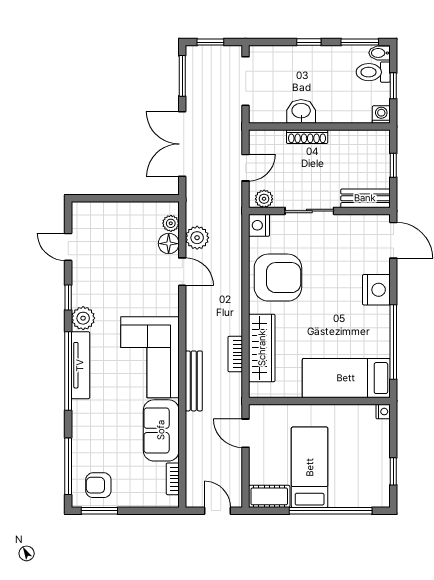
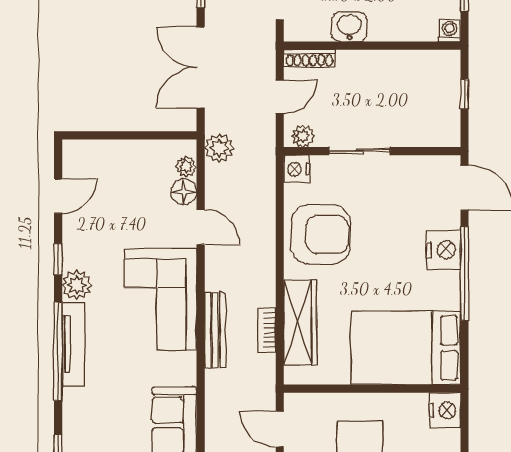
shoe rack: (307, 137) -> (309, 58), moved
bench: (365, 198) -> (430, 135), removed
plant: (197, 238) -> (219, 148), moved
door: (68, 247) -> (58, 196), swing flipped
window: (393, 342) -> (465, 273), moved
corner sofa: (150, 357) -> (160, 299), moved
bed: (346, 378) -> (406, 348), width x1.50
bench: (194, 381) -> (215, 330), moved
nightstand: (383, 412) -> (445, 410), width x1.89, depth x1.79

